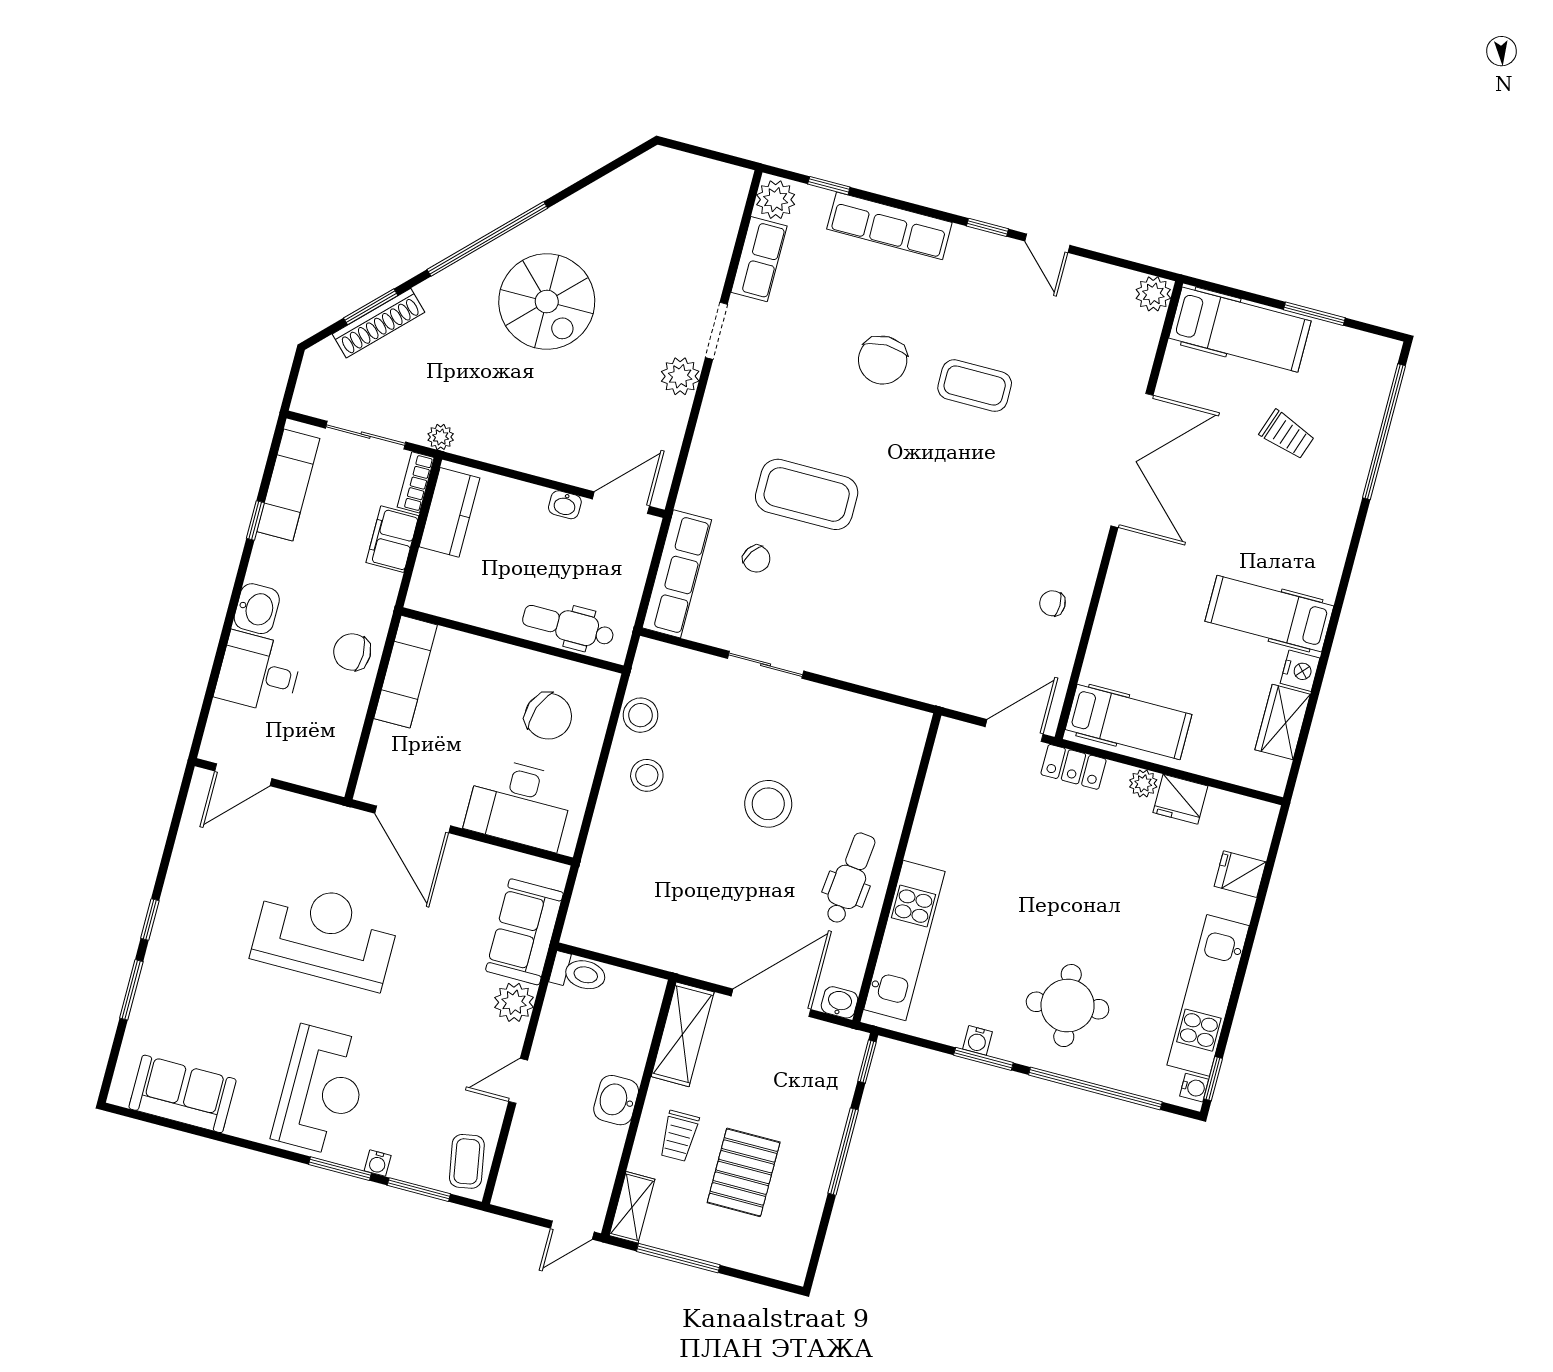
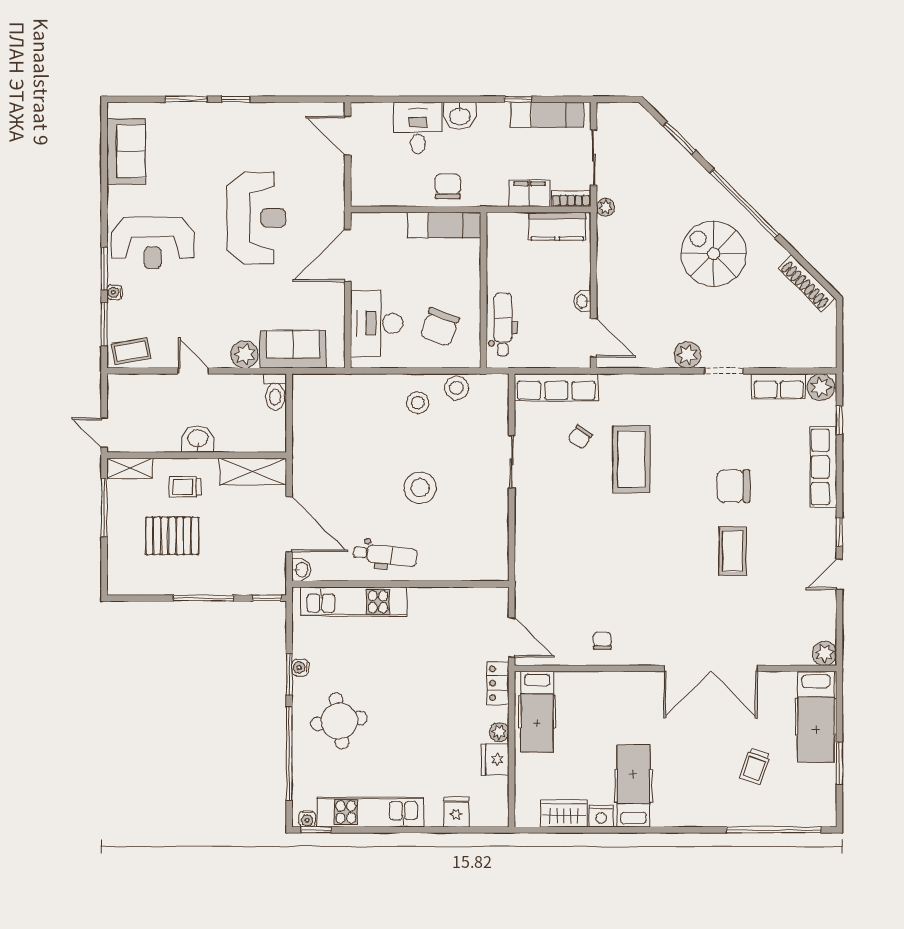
spiral stairs: (547, 301) -> (714, 254), turned 90
shoe rack: (379, 323) -> (807, 283), moved

